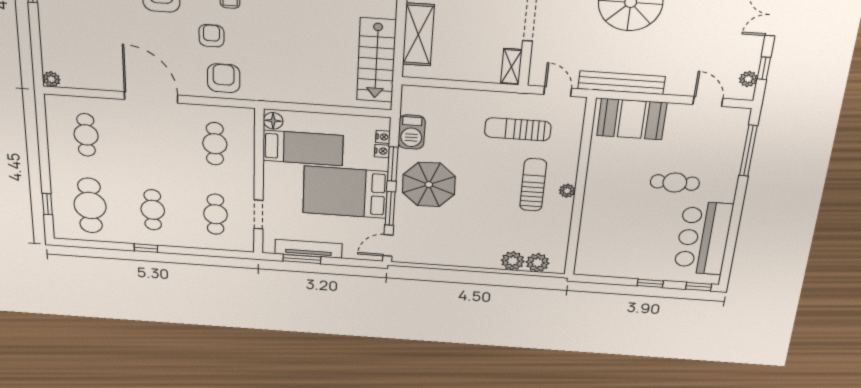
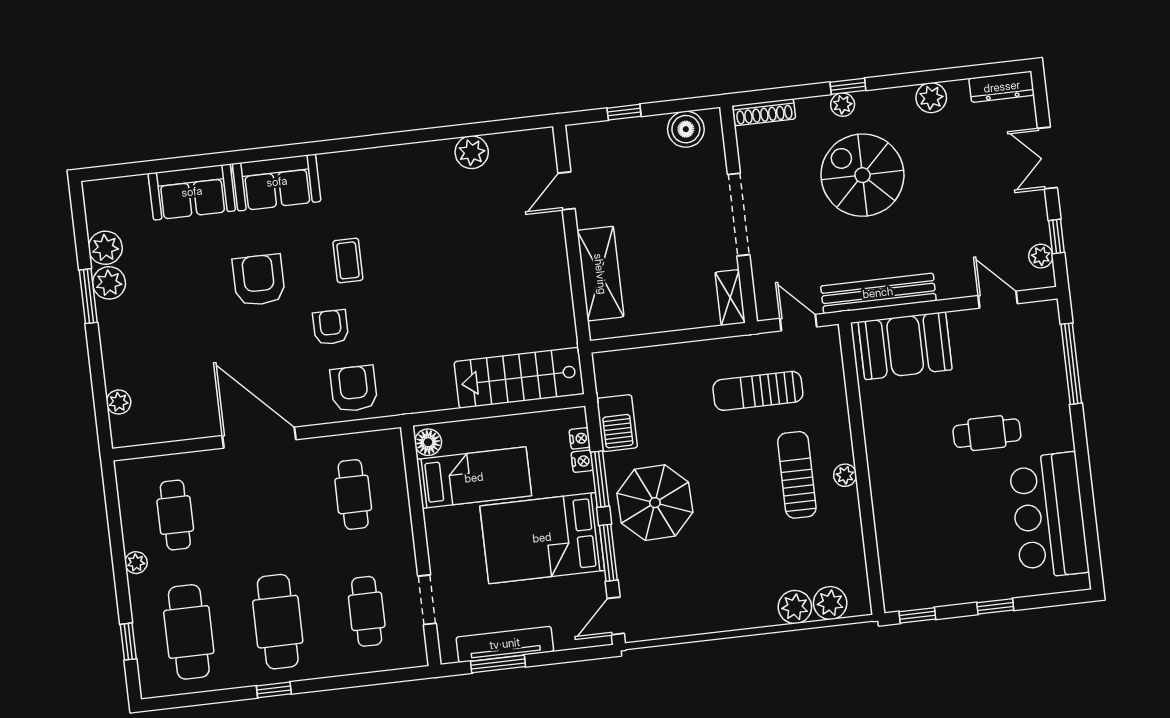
stairs: (376, 60) -> (519, 378), moved, turned 90
plant: (51, 79) -> (119, 402), moved
plant: (56, 159) -> (136, 563), added
cafe table: (153, 210) -> (278, 622), width x1.37, depth x1.35
window: (699, 287) -> (917, 615), moved

